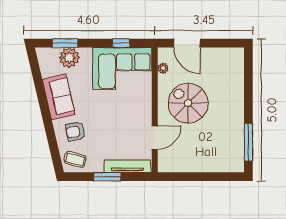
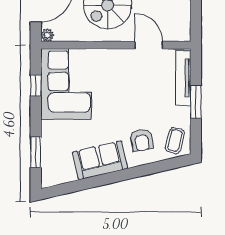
plant: (69, 58) -> (53, 148), removed
plant: (163, 68) -> (47, 35), moved

